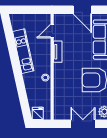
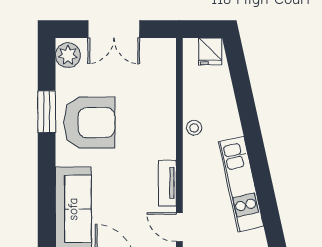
door: (52, 31) -> (179, 227), swing flipped

